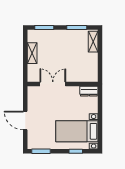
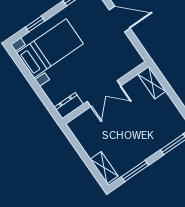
shelving: (32, 53) -> (152, 83), moved
double door: (53, 84) -> (104, 94), moved

